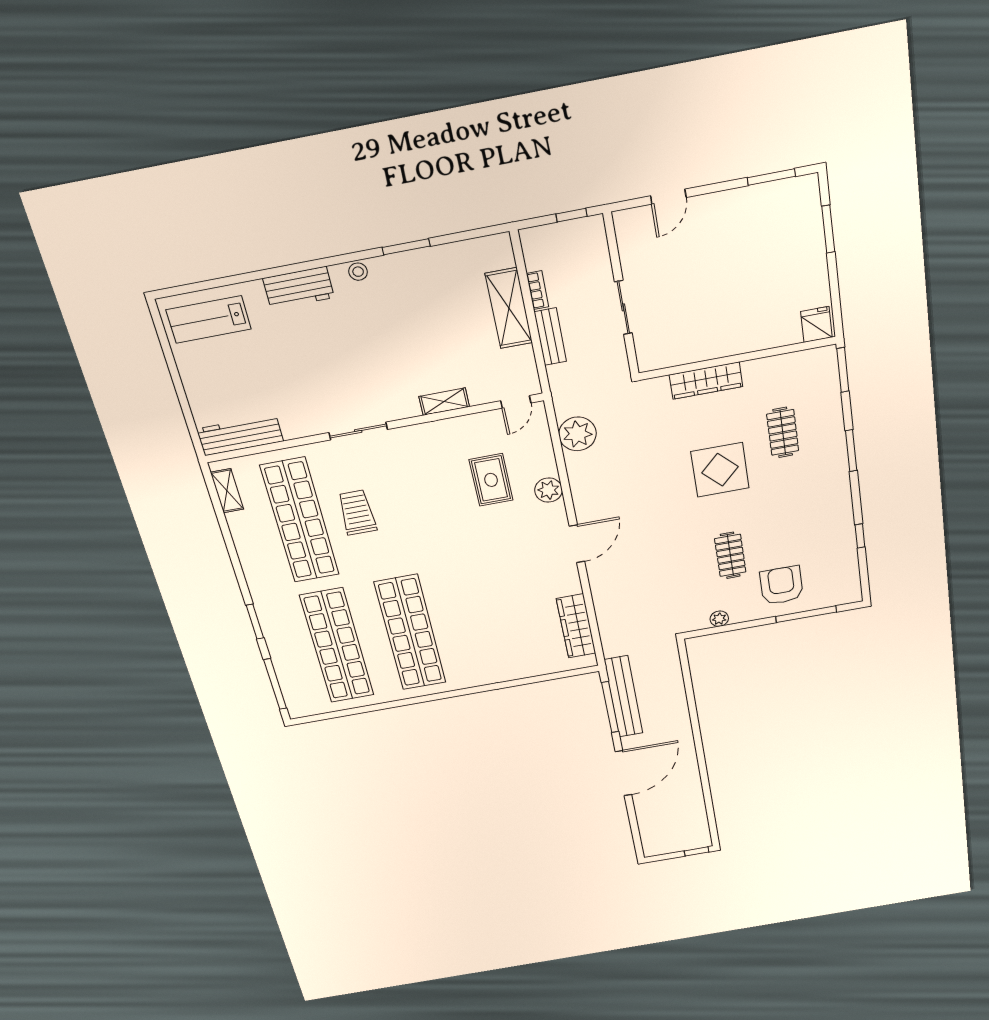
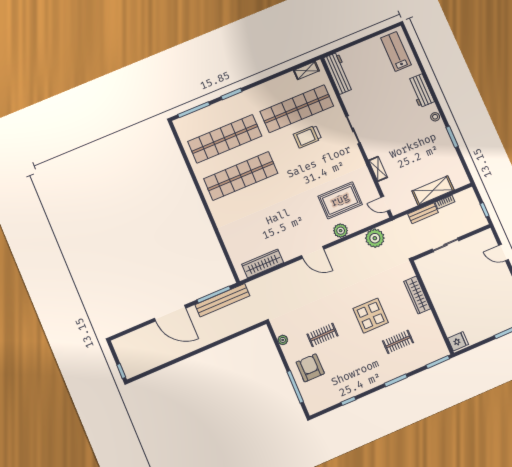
rug: (491, 480) -> (340, 200), width x1.36, depth x1.43
trolley: (357, 512) -> (307, 137), turned 180
armchair: (781, 585) -> (310, 368), turned -90

